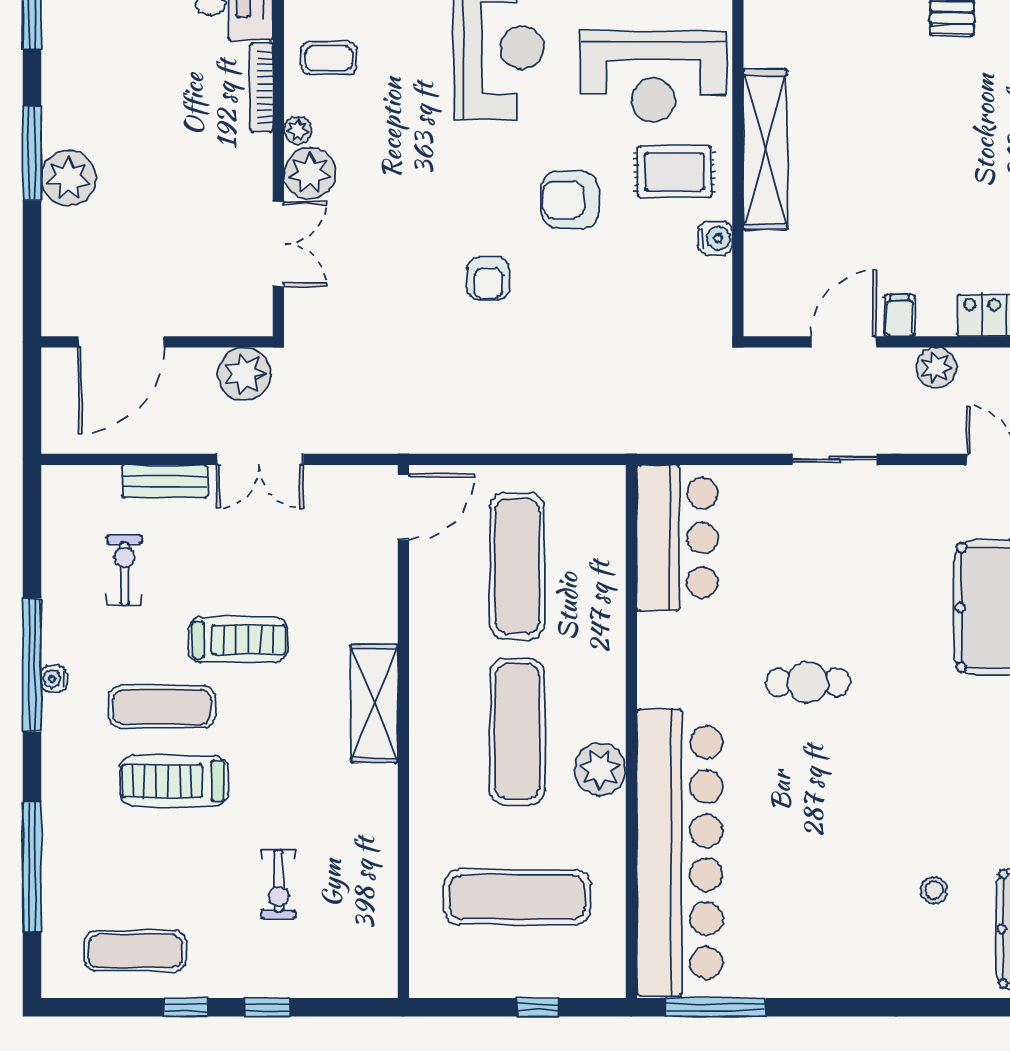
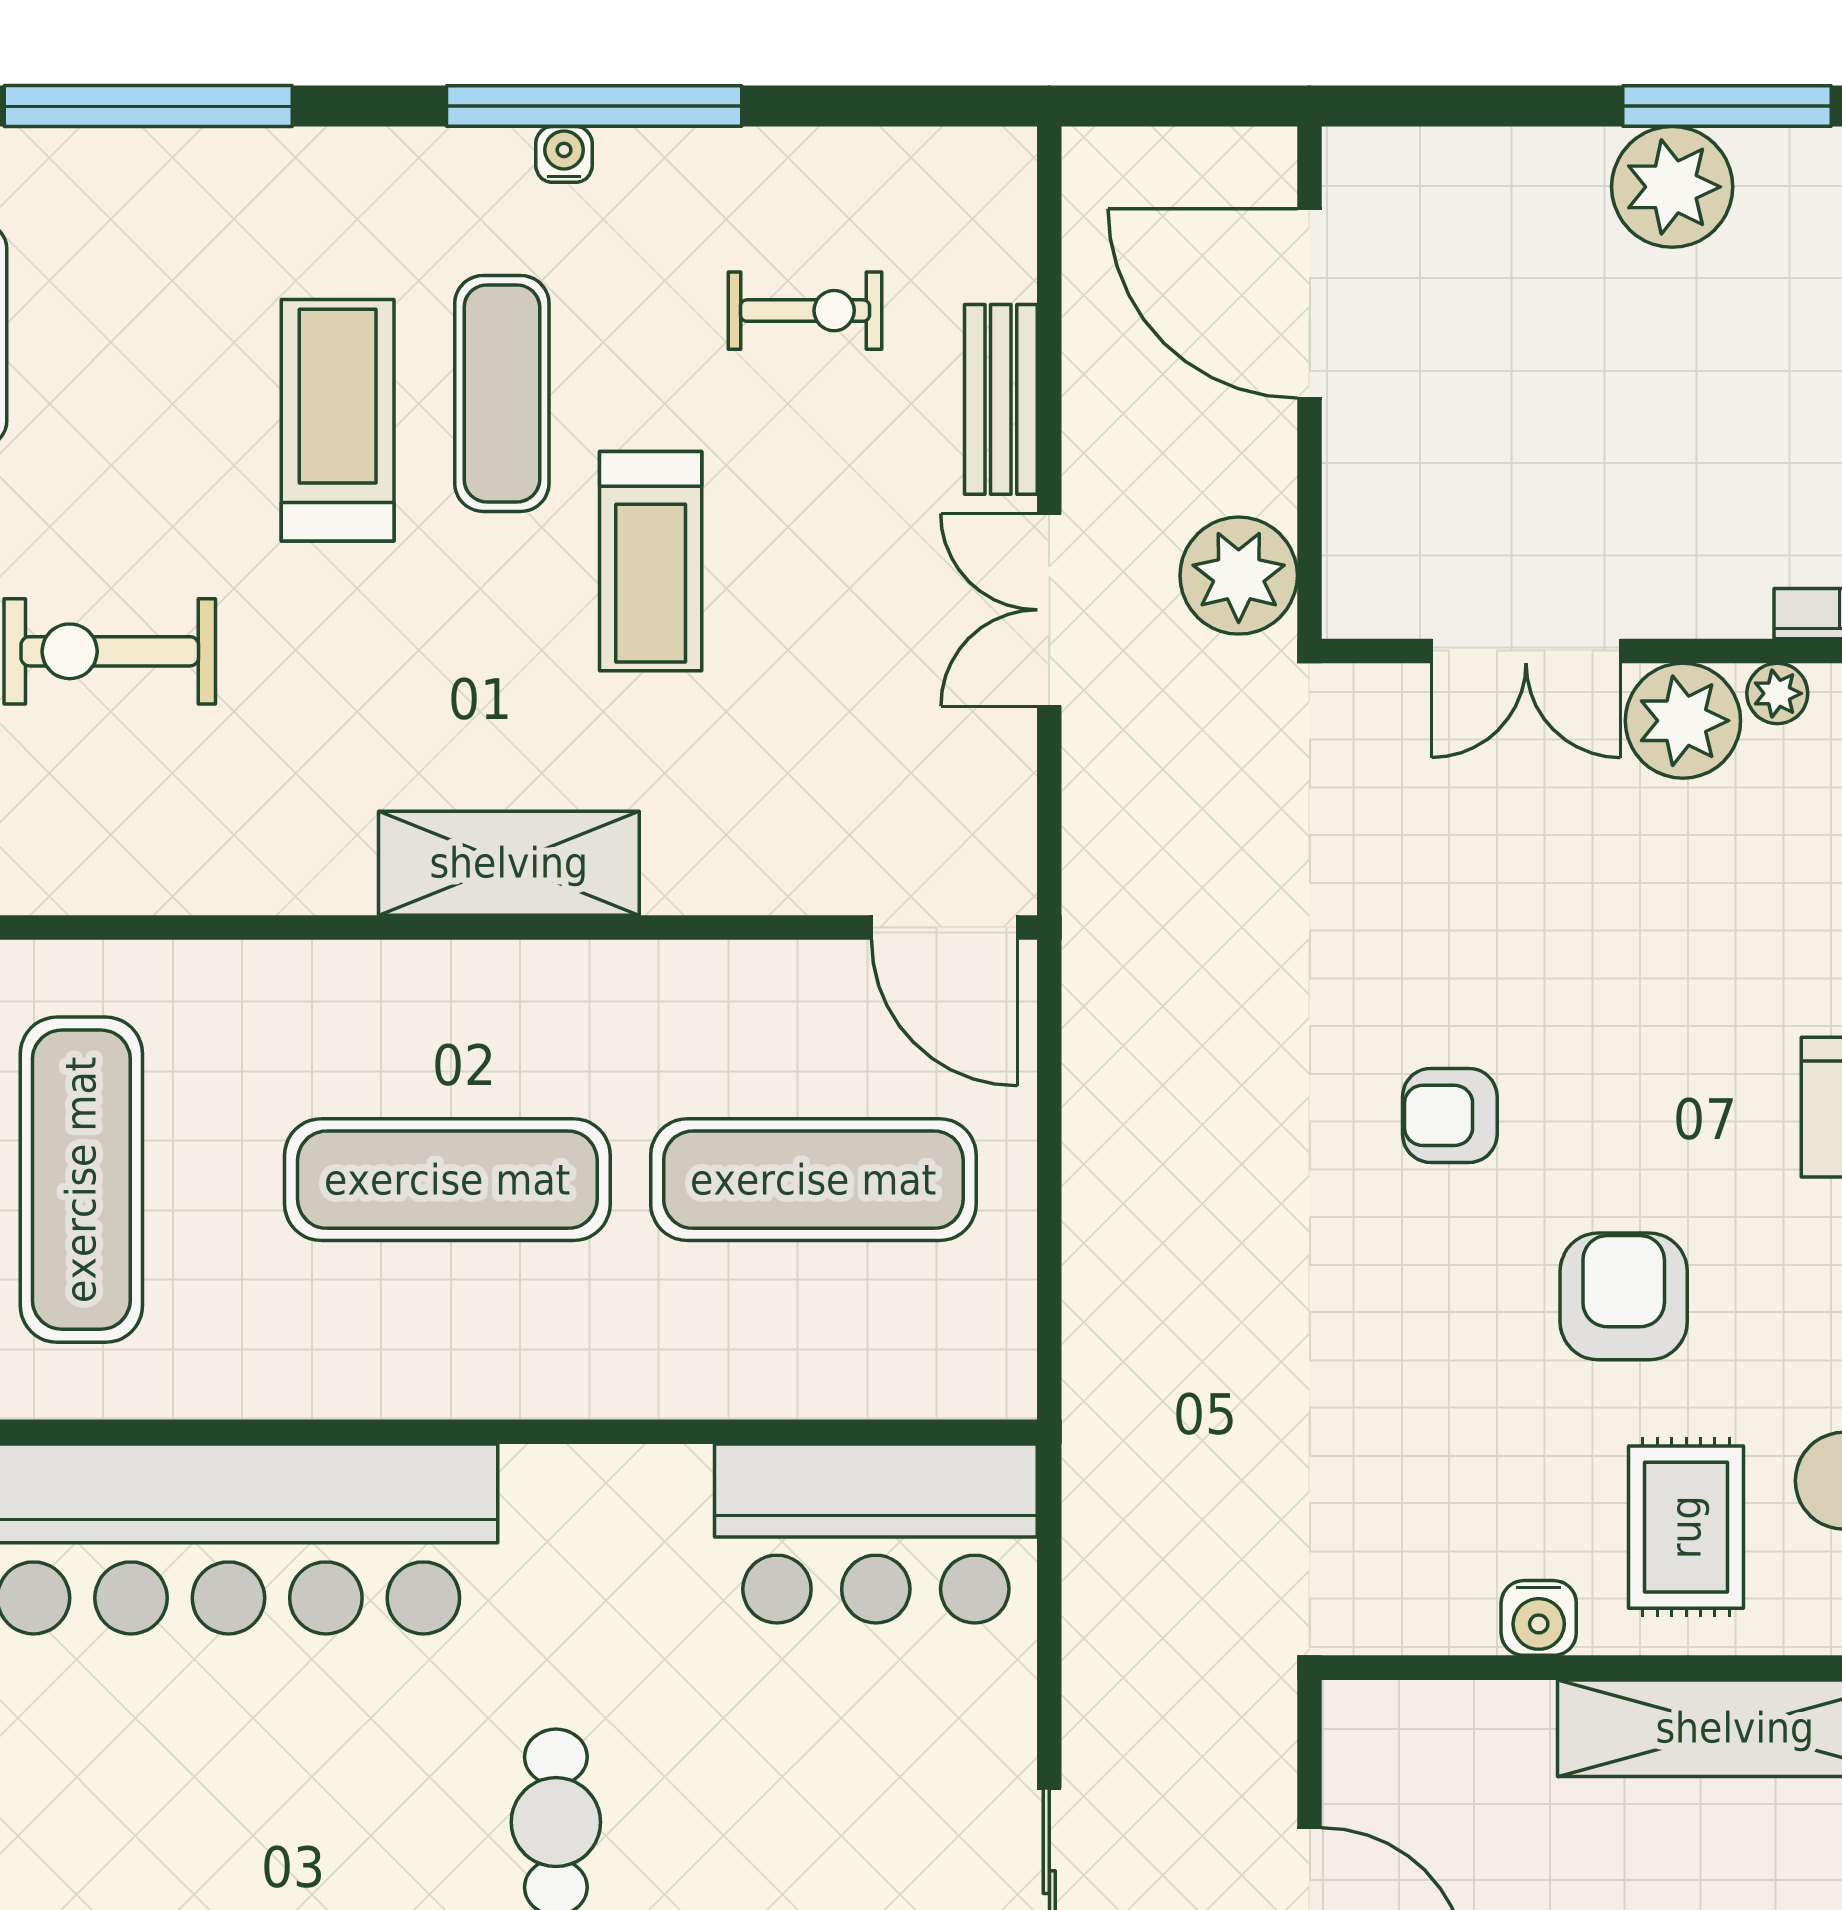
plant: (600, 769) -> (364, 1362), removed
exercise bike: (279, 884) -> (110, 651), width x1.38, depth x1.39

